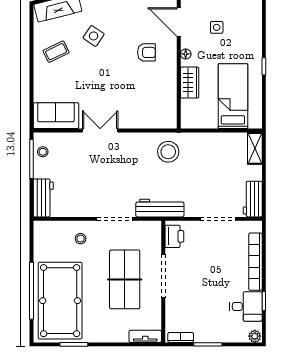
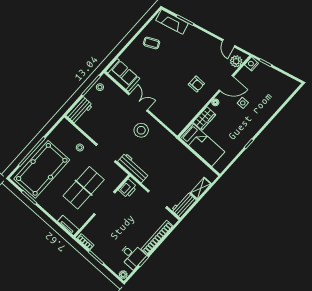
door: (179, 22) -> (226, 83), swing flipped
side table: (94, 36) -> (177, 52), removed
bed: (233, 96) -> (202, 145), moved, turned 90
shelving: (255, 148) -> (201, 188), moved
stool: (168, 152) -> (141, 130), moved

